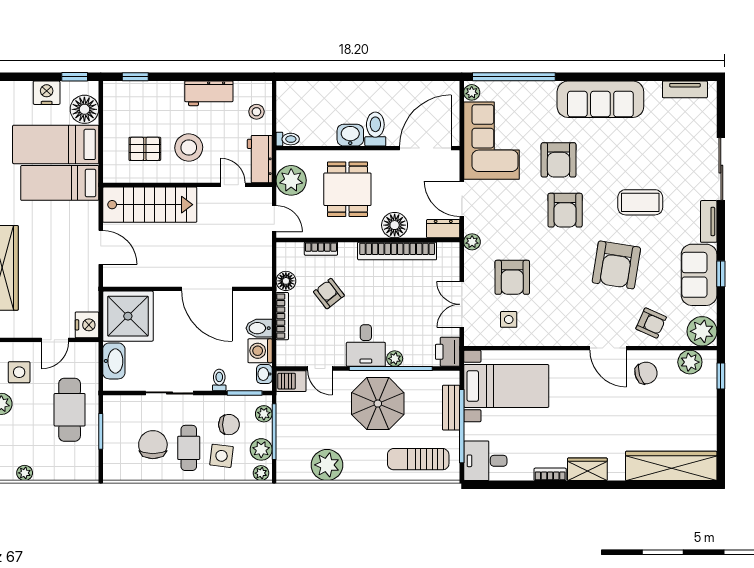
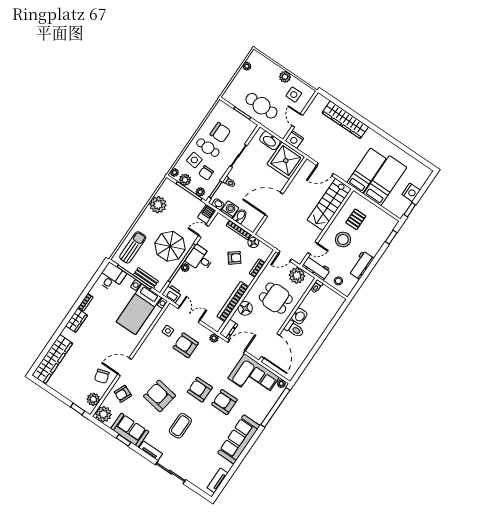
floor lamp: (84, 109) -> (392, 204), removed

